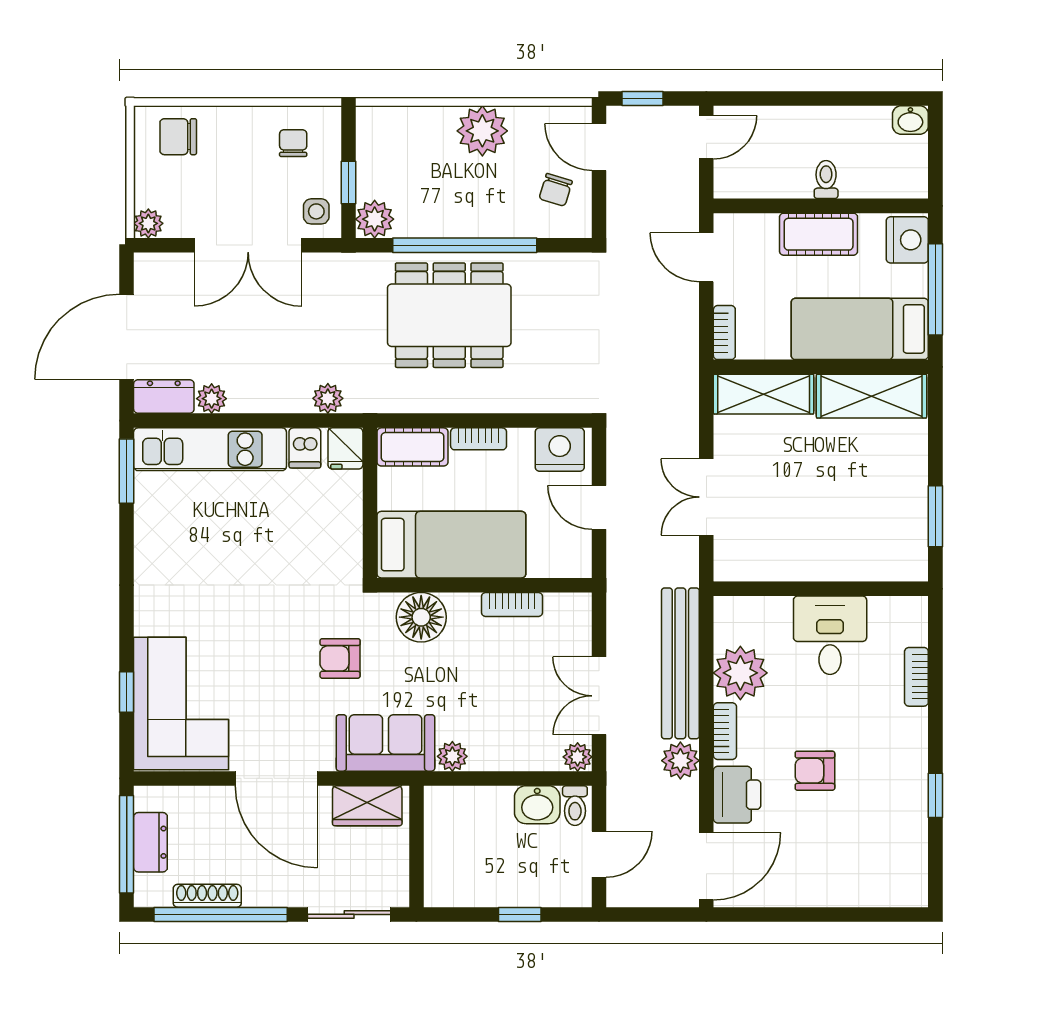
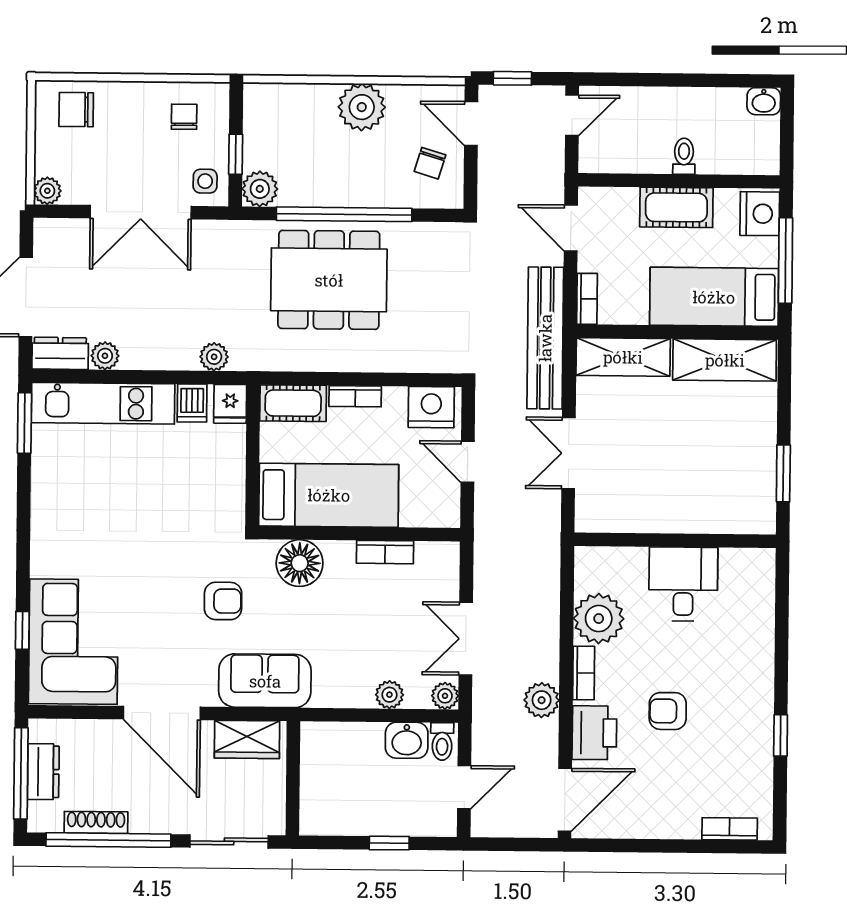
armchair: (340, 658) -> (223, 601), turned 180
bench: (680, 663) -> (545, 338), moved
bookcase: (916, 677) -> (730, 829), moved, turned 90
plant: (452, 756) -> (389, 695), moved

